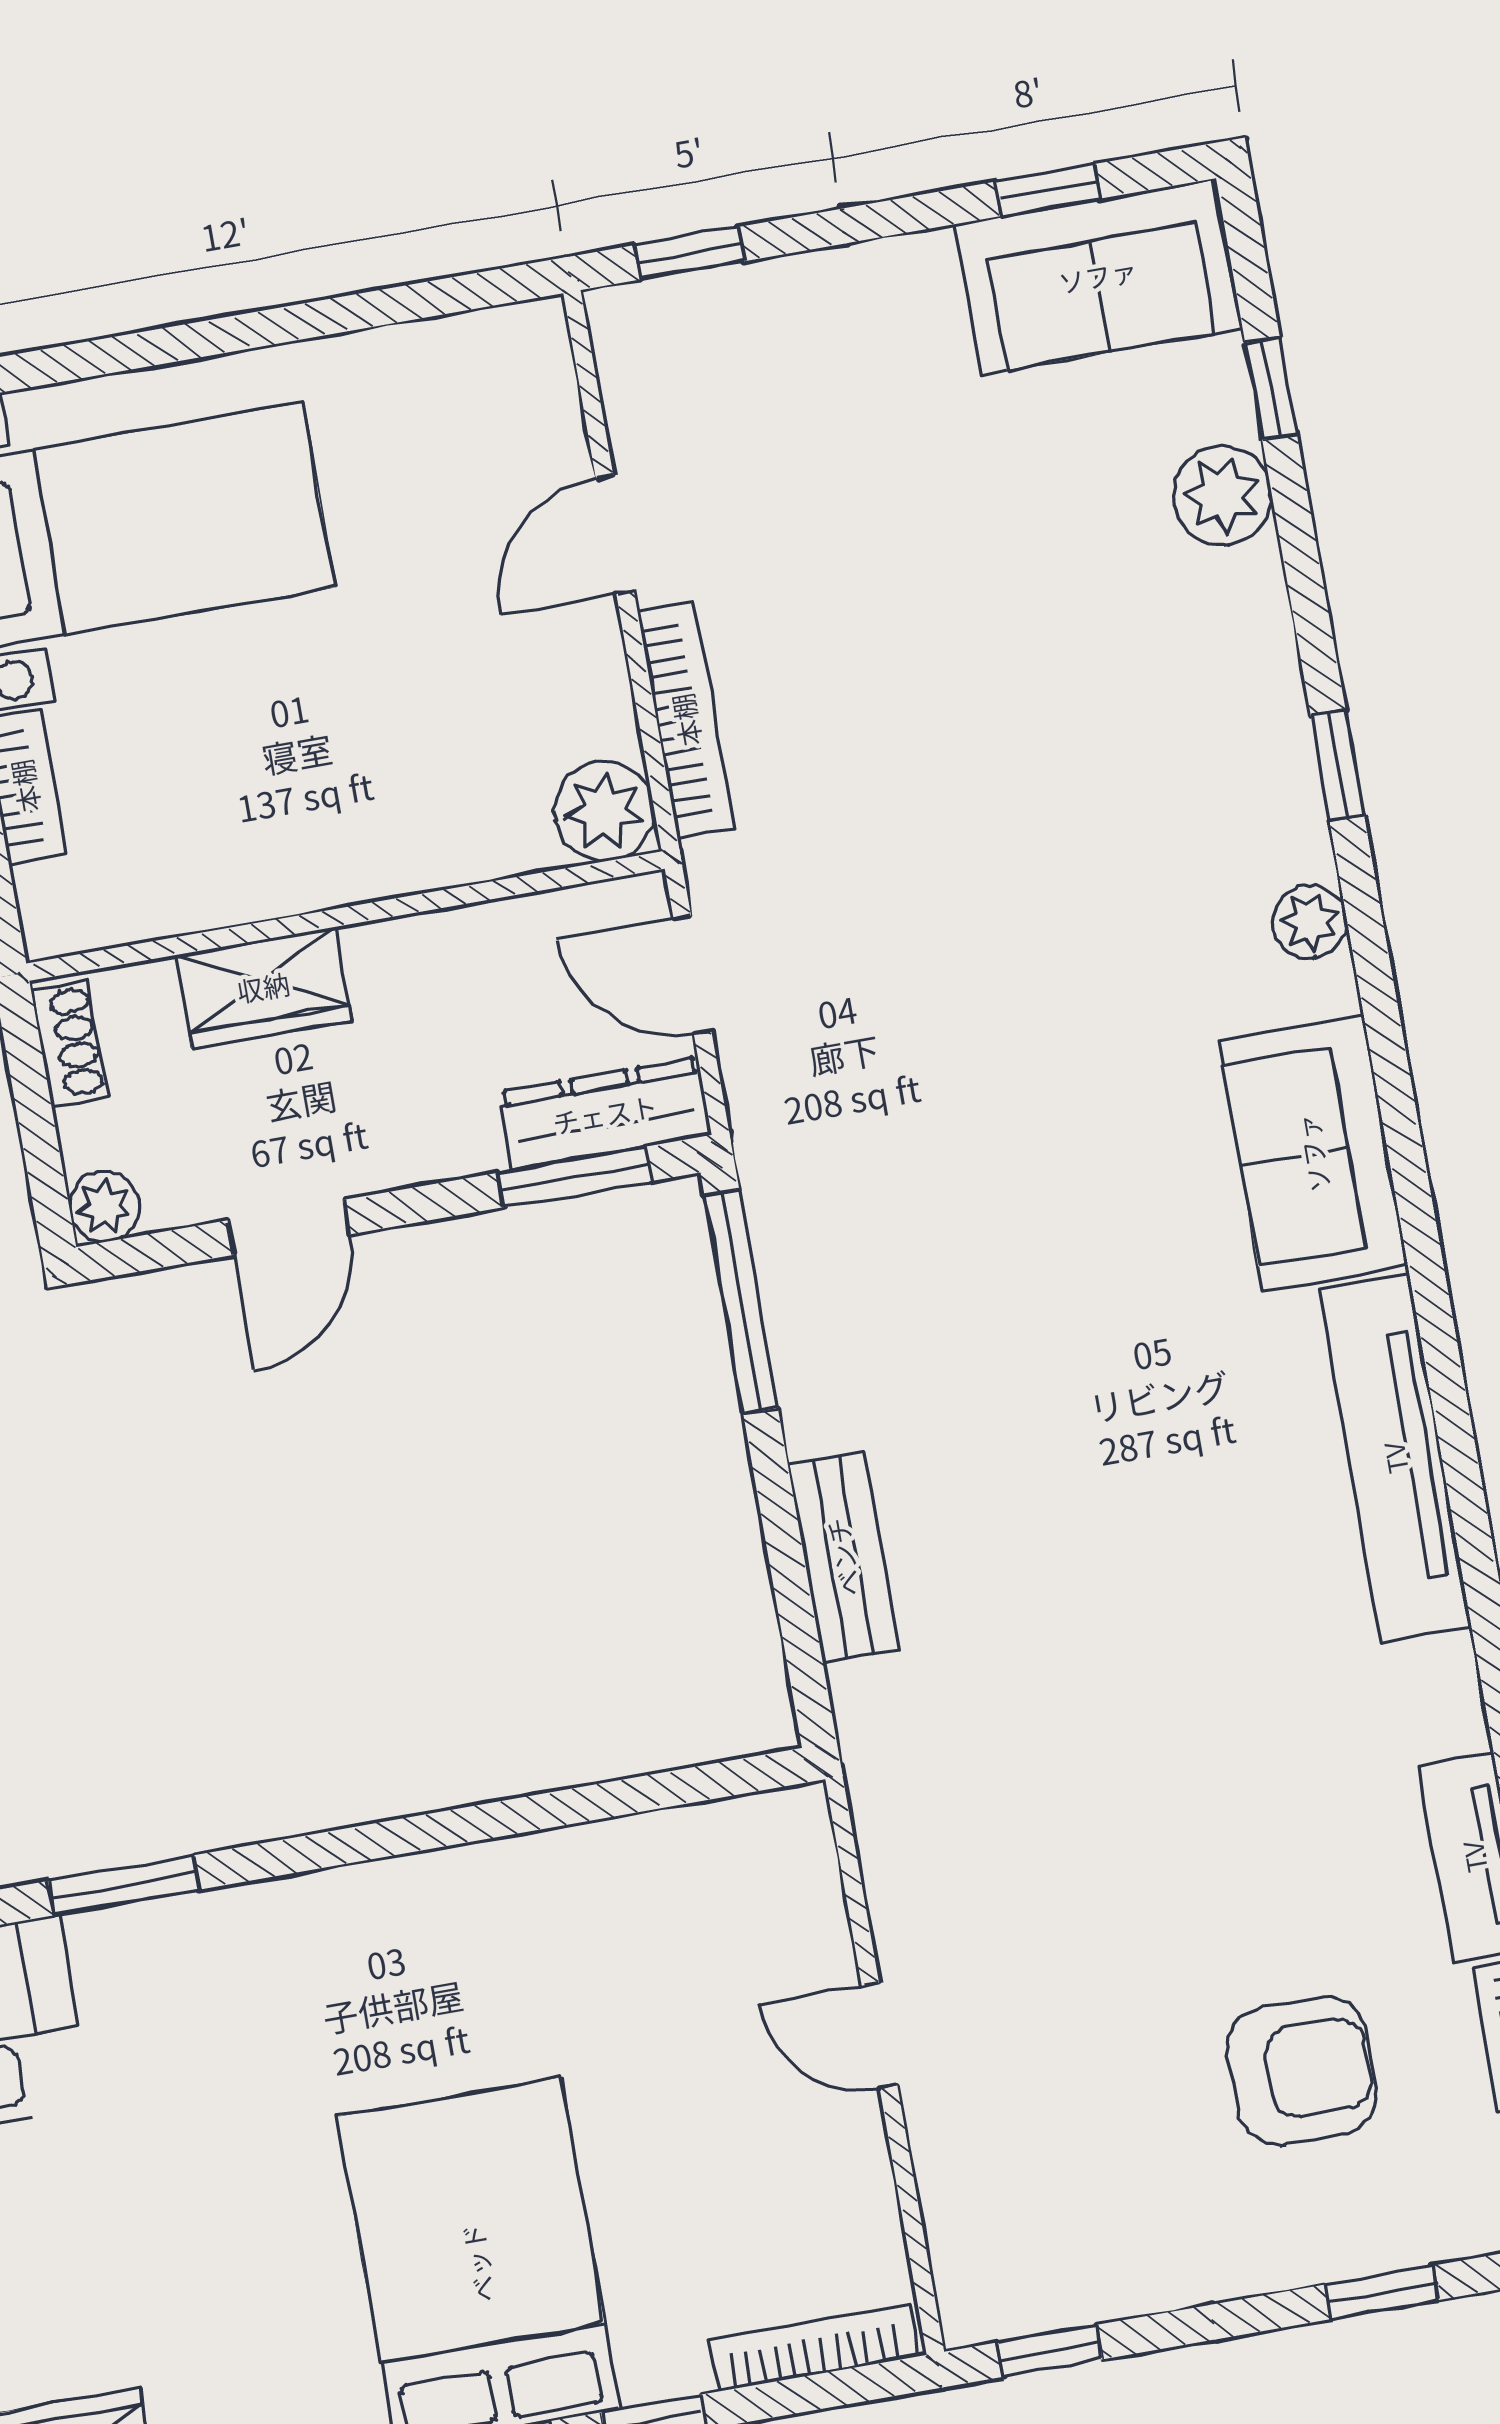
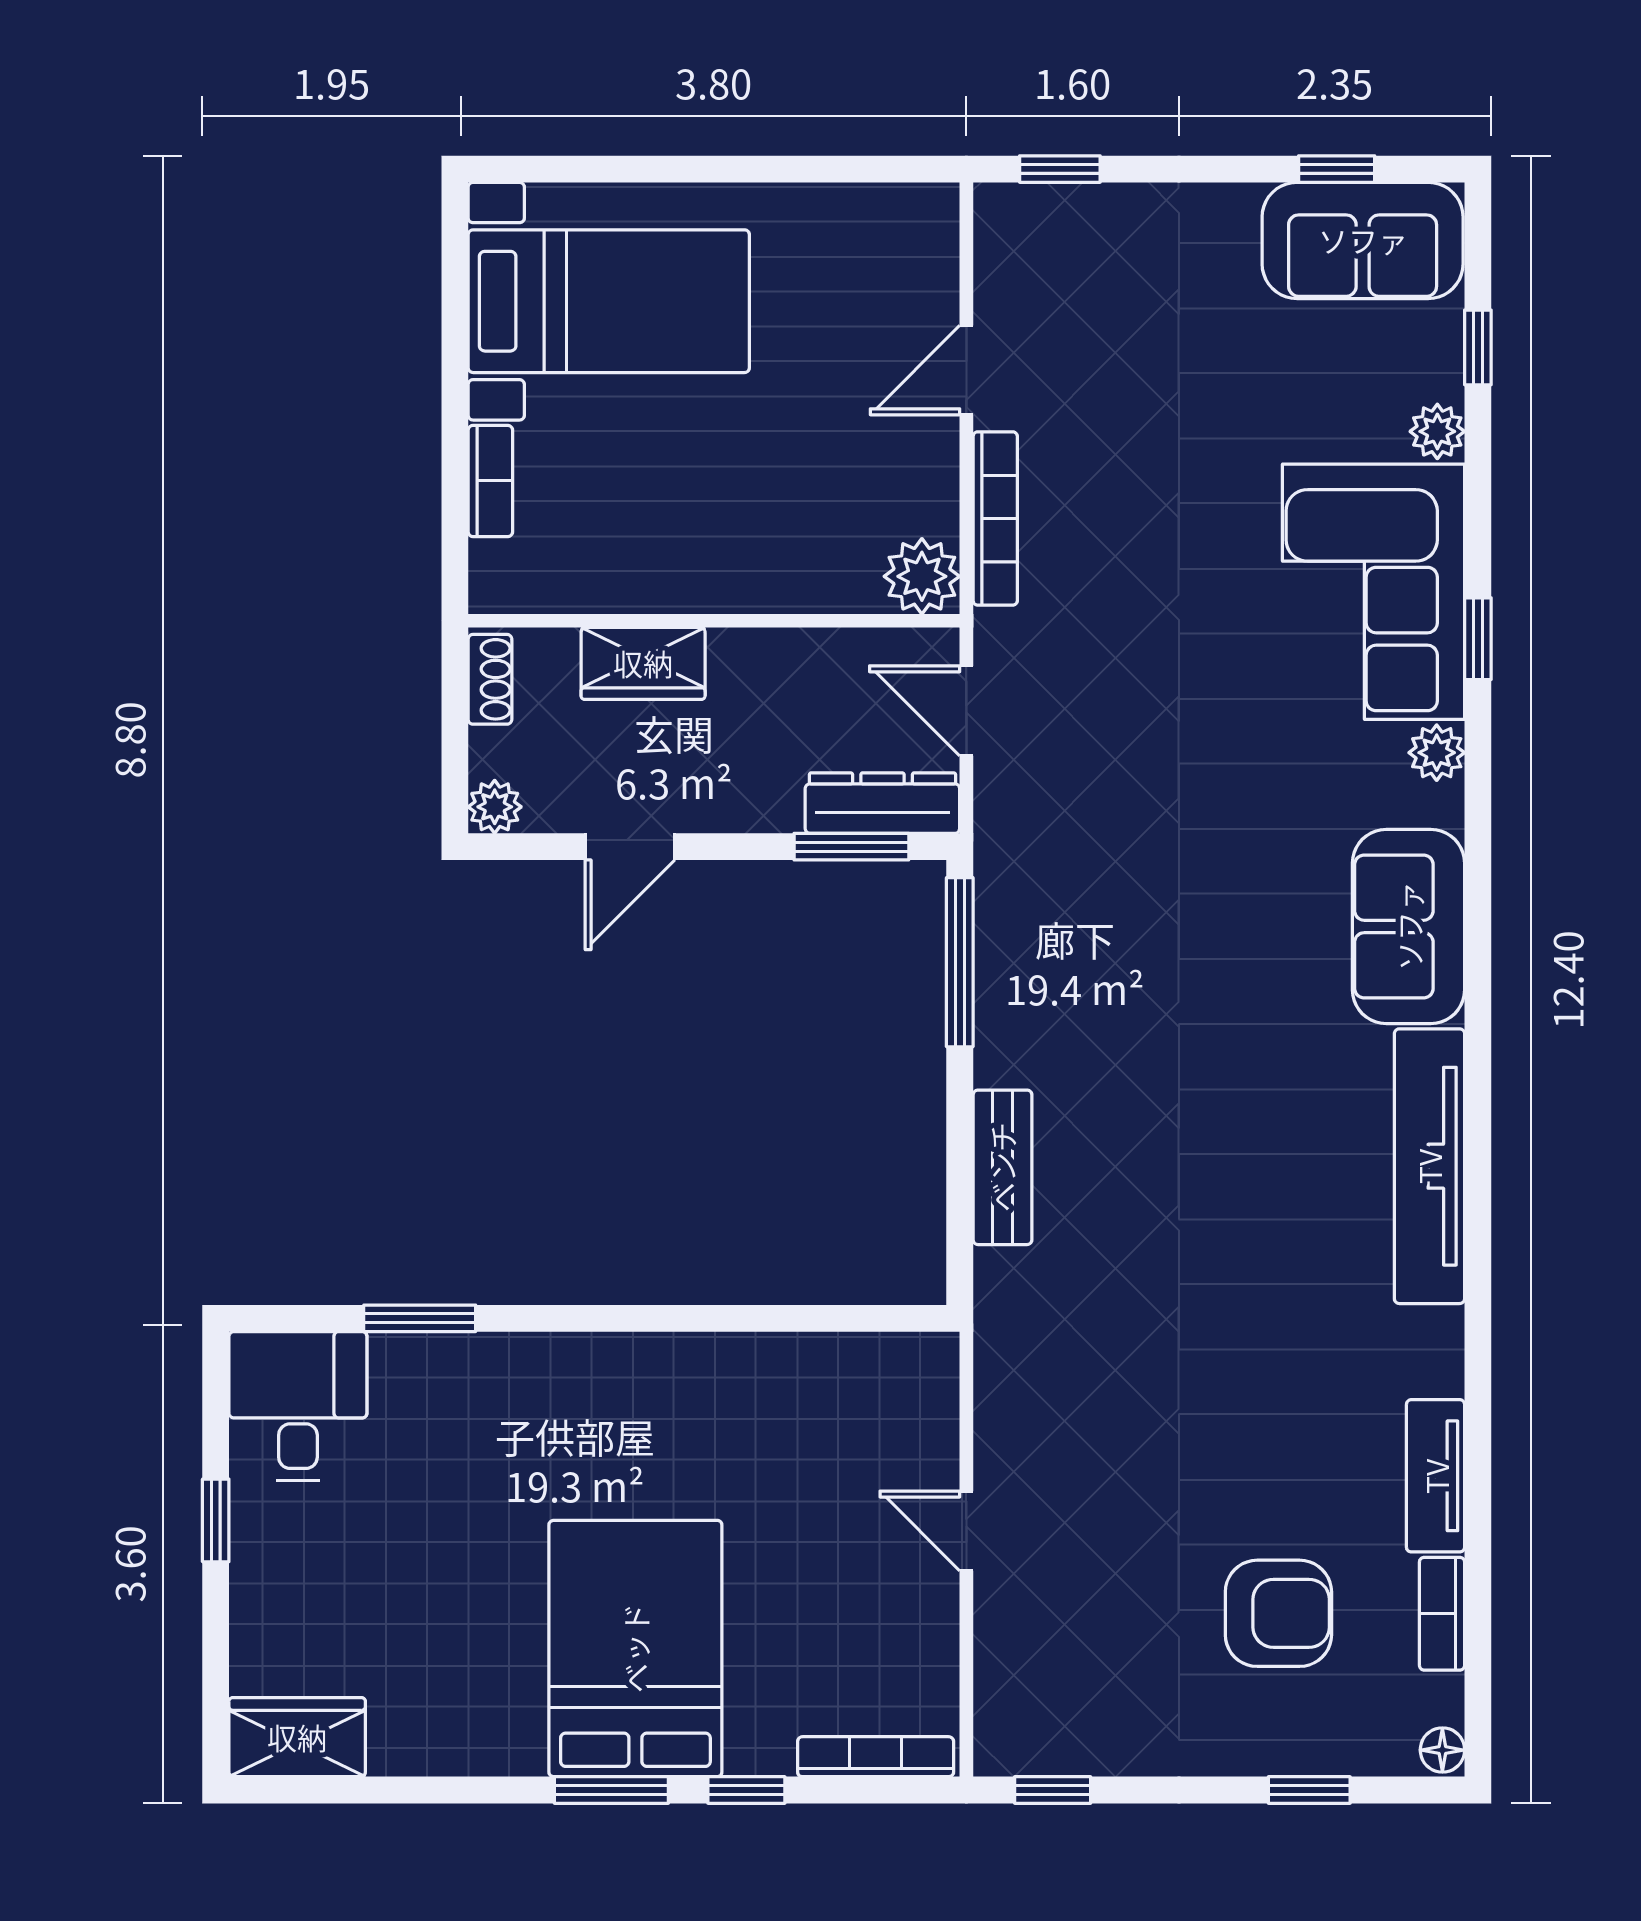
plant: (1222, 495) -> (1437, 431), width x0.73, depth x0.73
corner sofa: (1192, 728) -> (1374, 592), added

